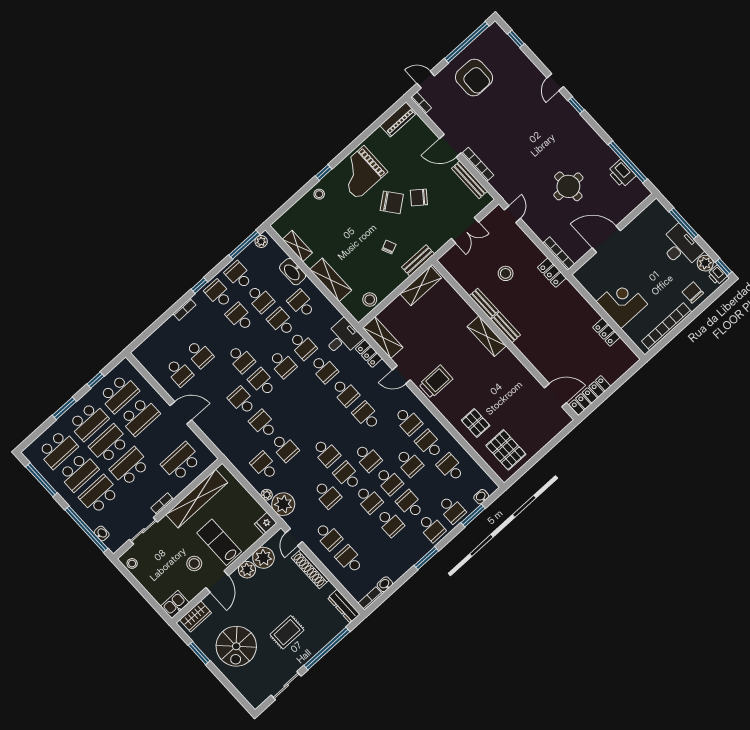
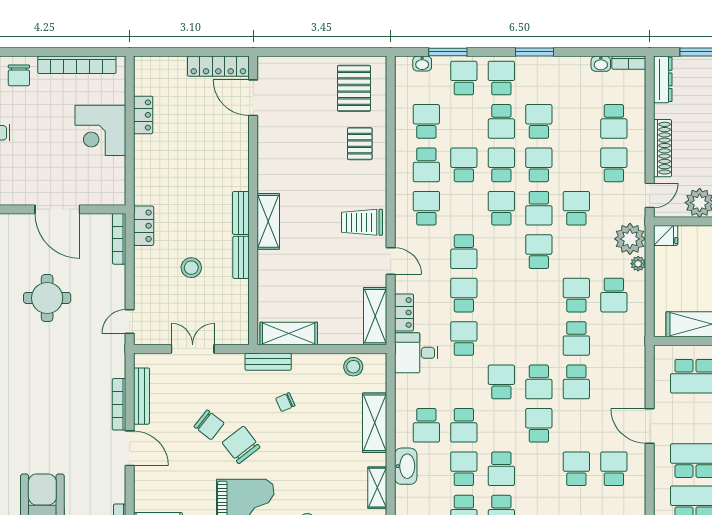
school desk: (303, 346) -> (464, 382), removed
school desk: (451, 468) -> (426, 121), turned 180

